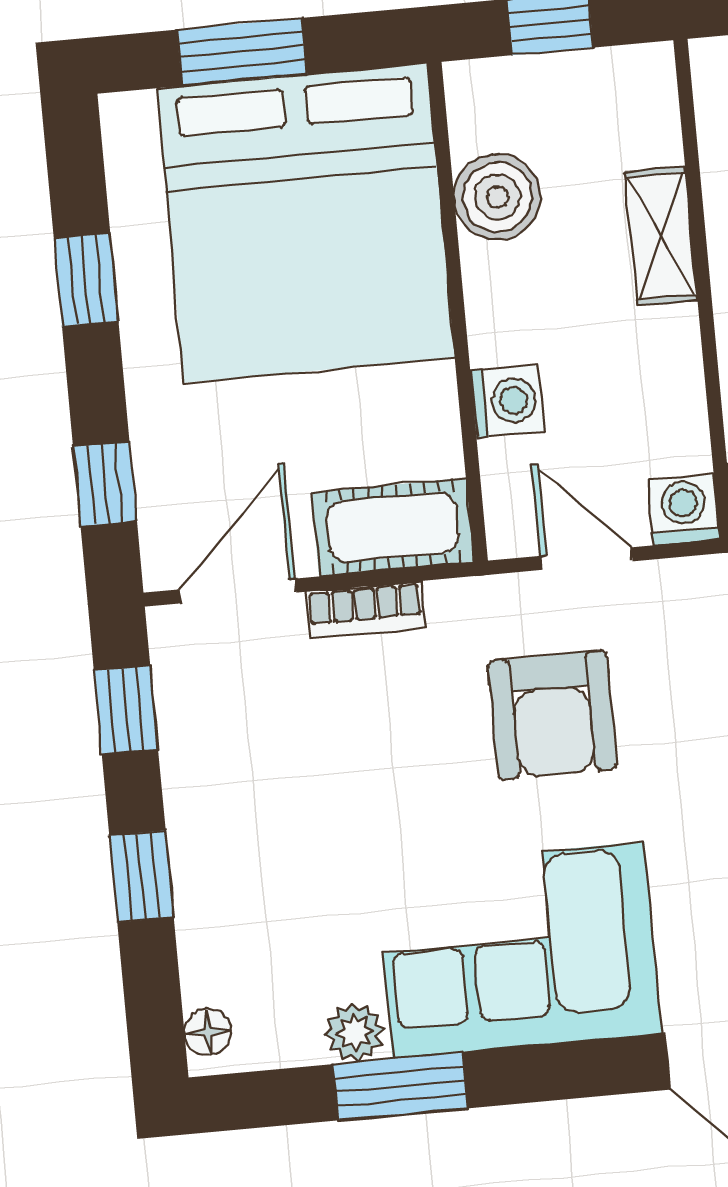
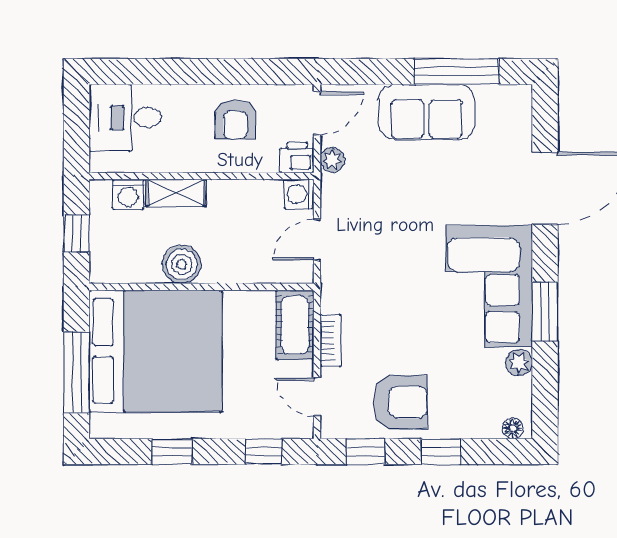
window: (242, 52) -> (76, 372), width x1.44
boiler: (497, 197) -> (182, 264), moved
washing machine: (507, 401) -> (128, 194), moved, turned 180
door: (238, 591) -> (317, 397), width x0.73
armchair: (552, 715) -> (400, 402), moved
window: (400, 1086) -> (545, 311), moved

